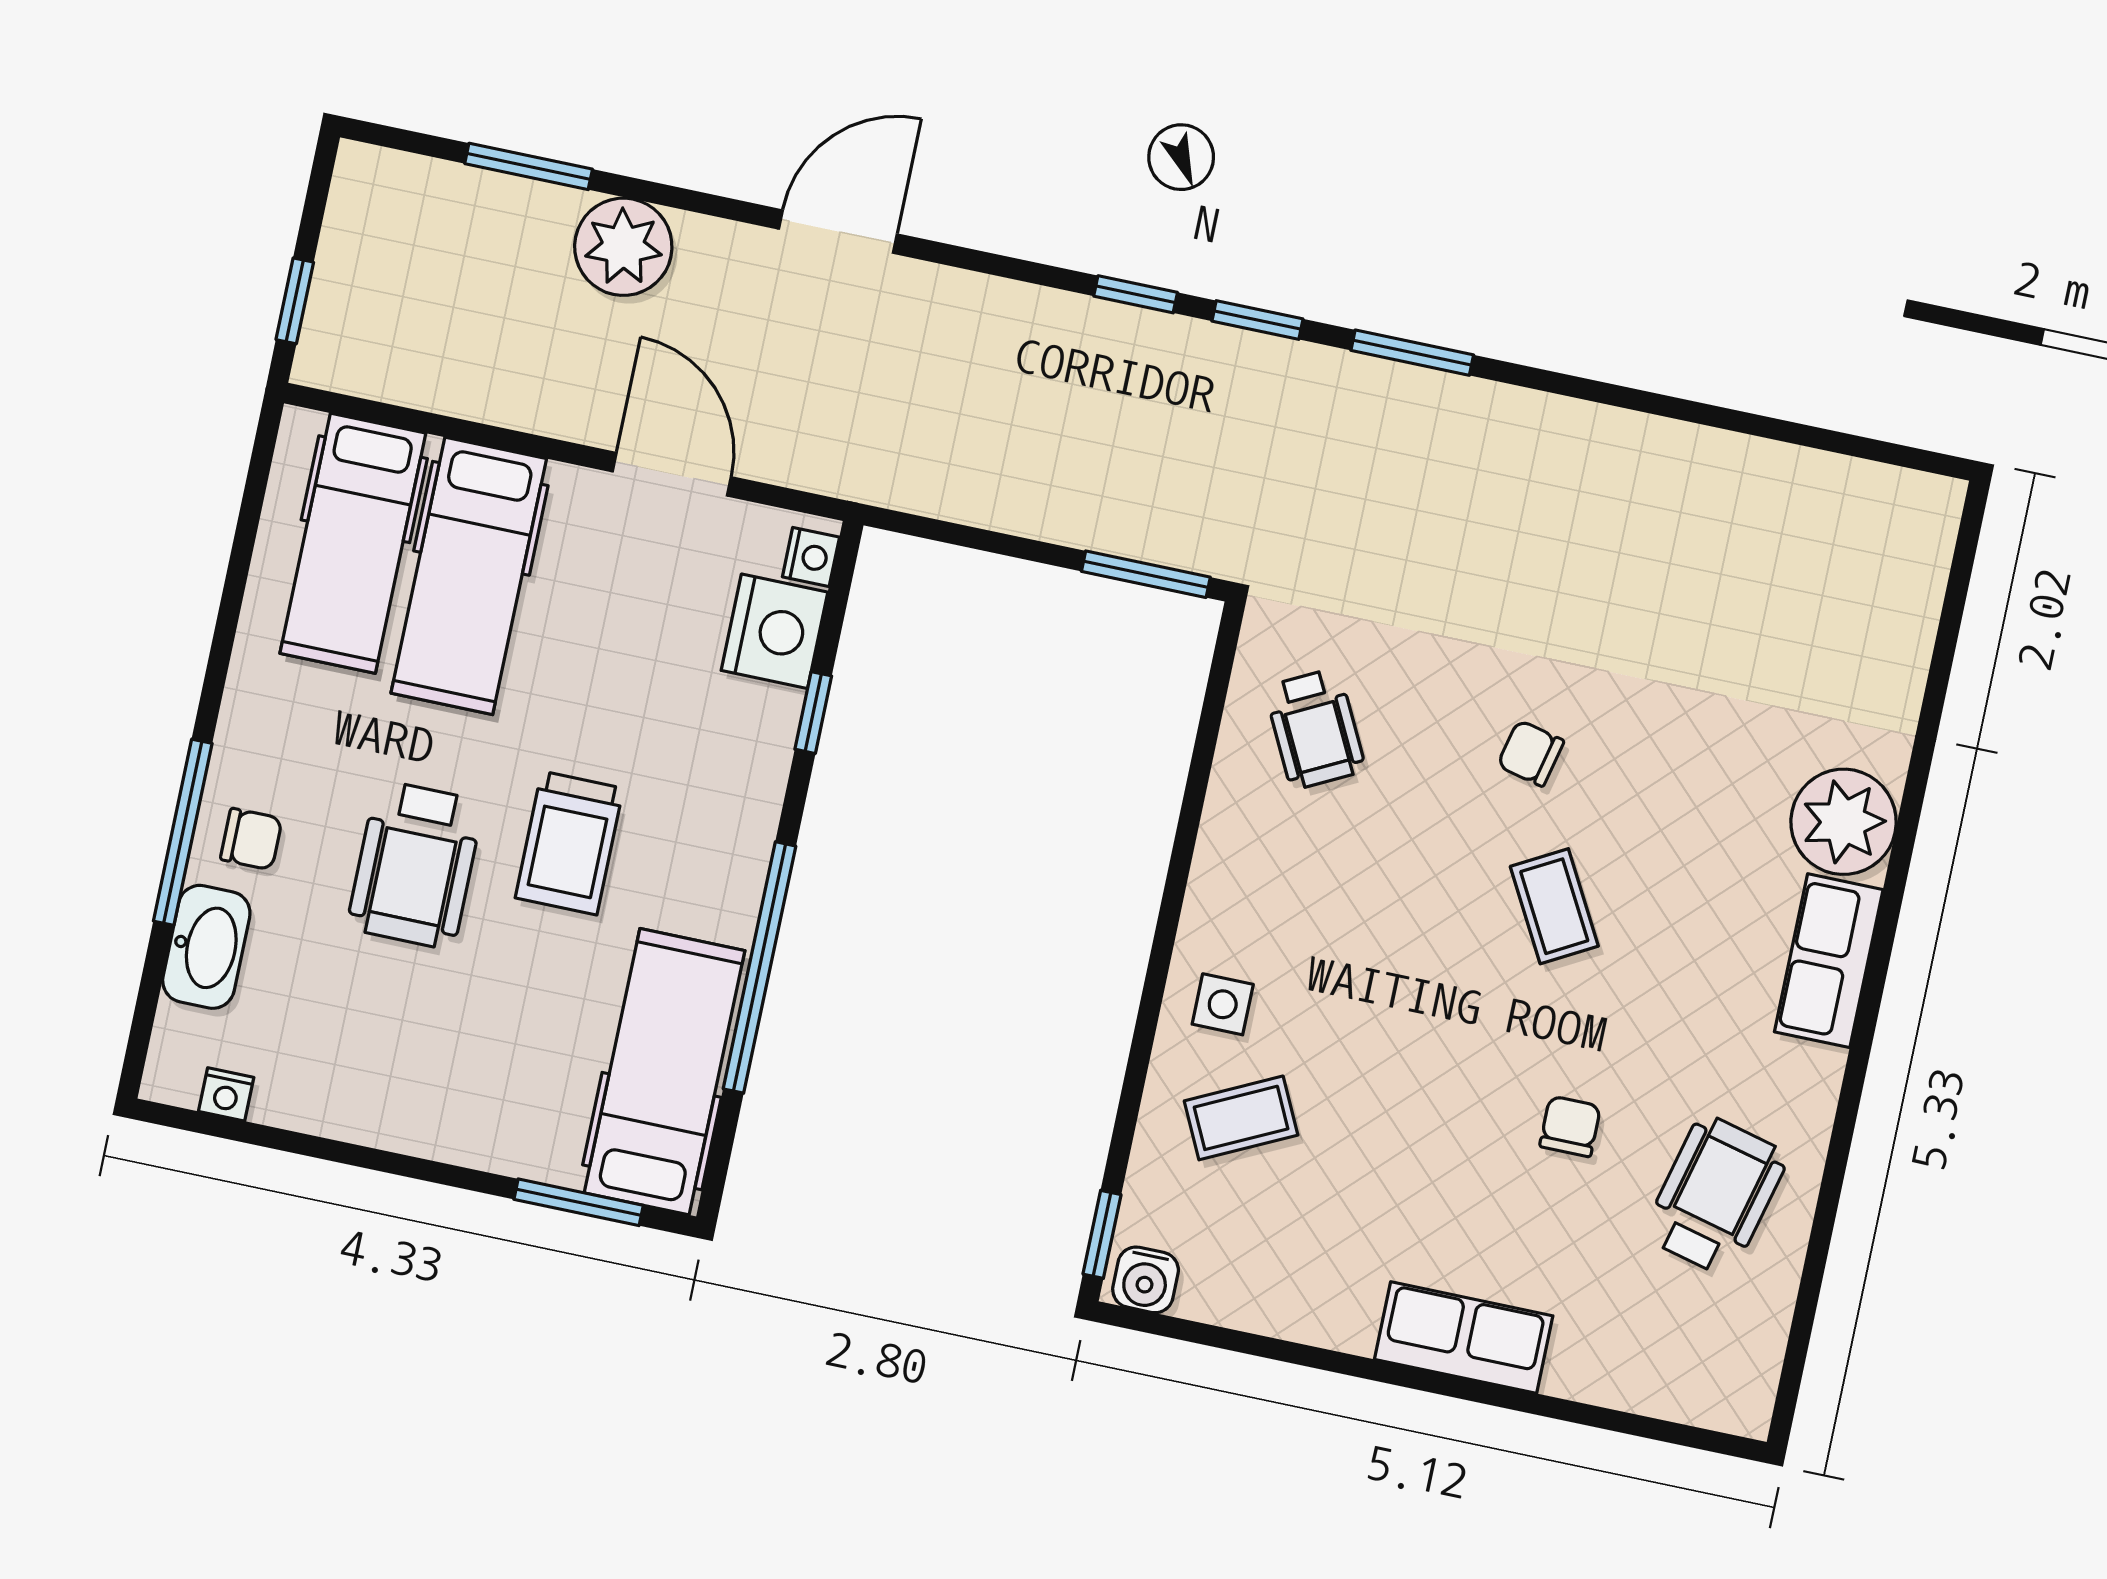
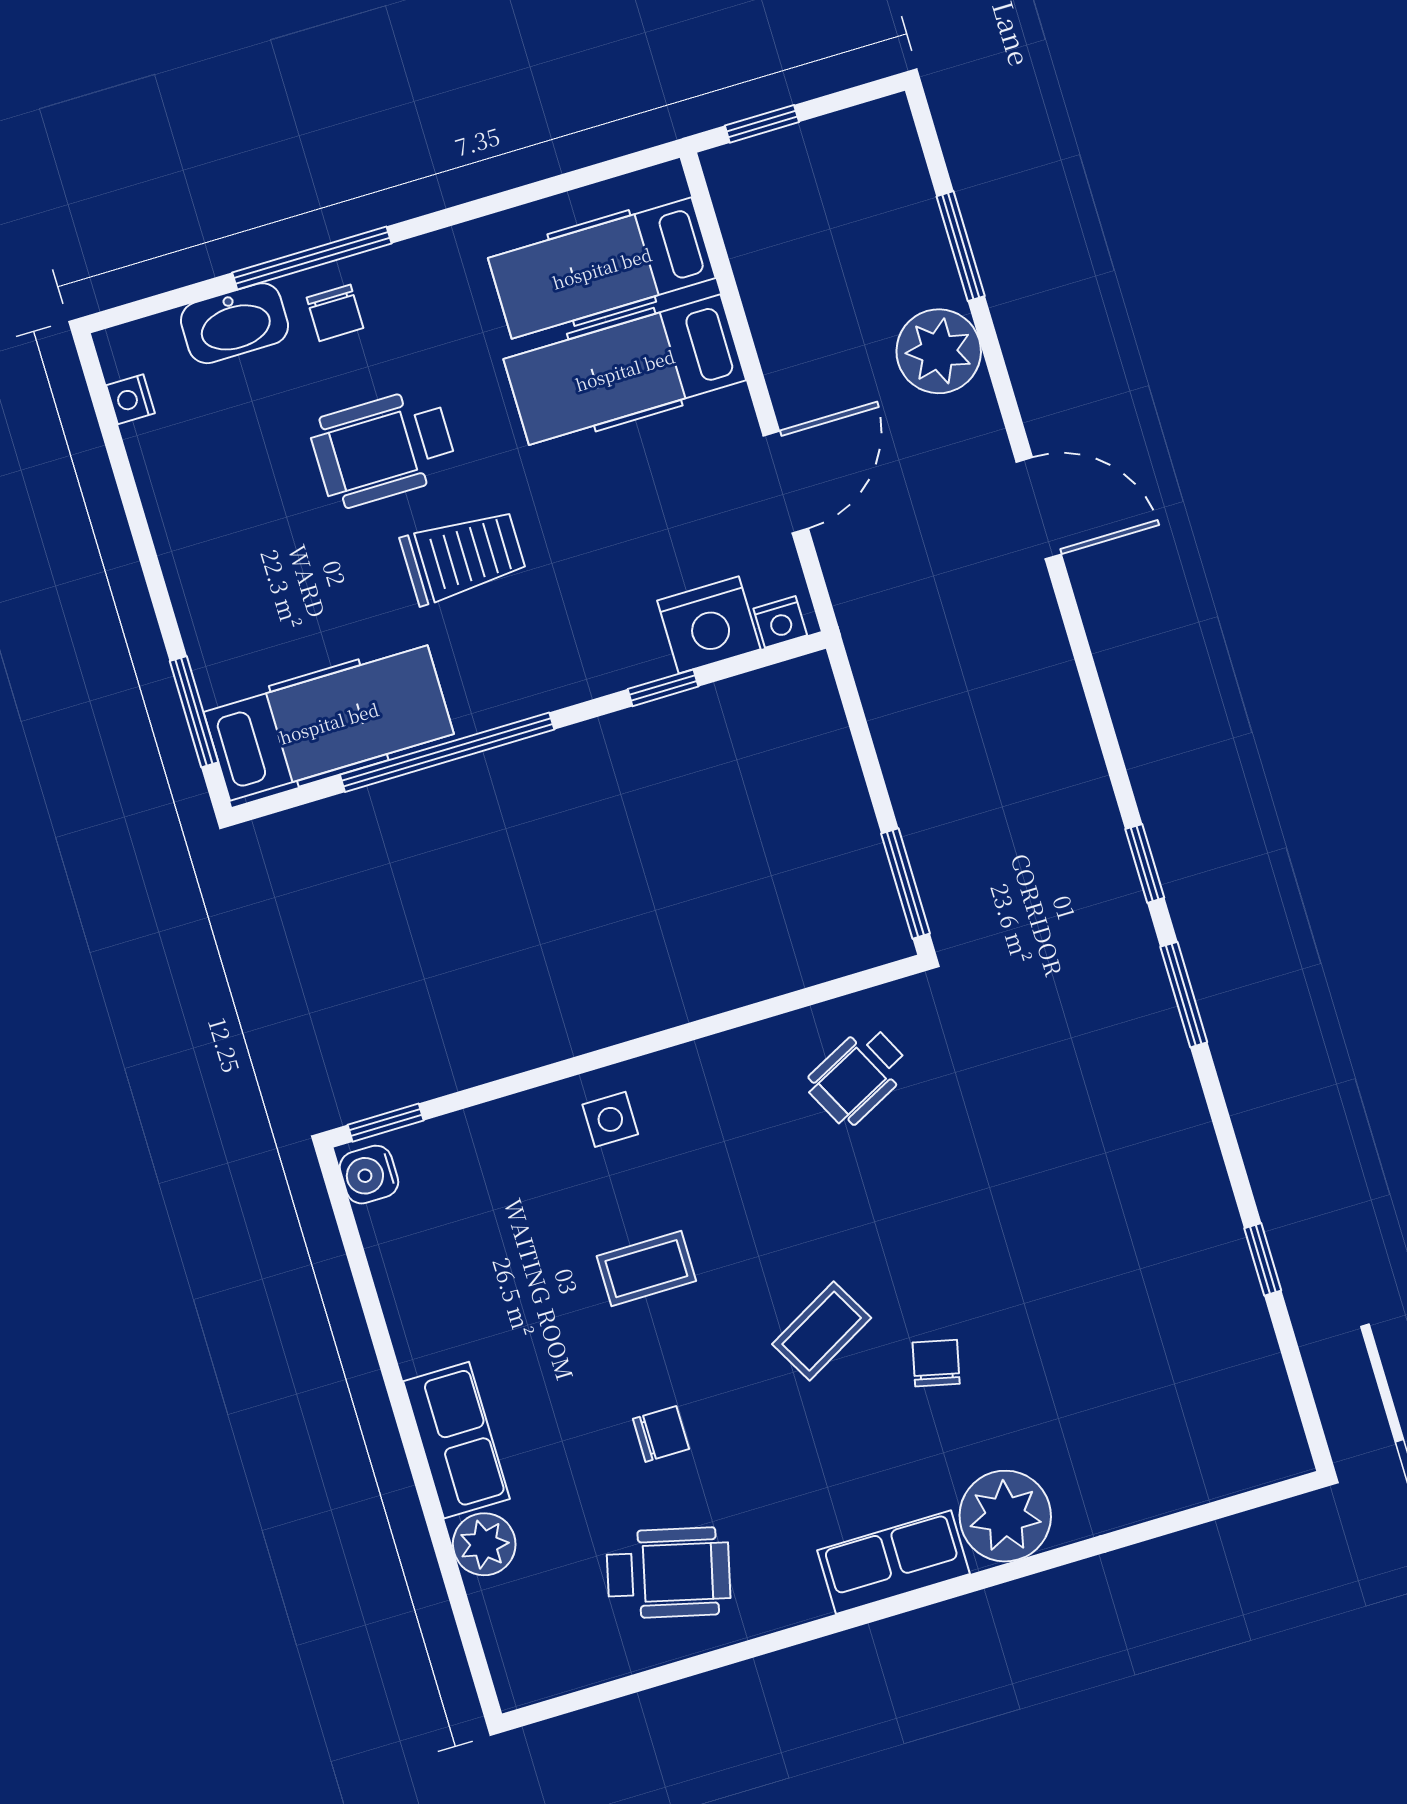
window: (1136, 294) -> (1263, 1259), moved
chair: (1531, 753) -> (936, 1363), moved
trolley: (569, 843) -> (463, 556), turned 180
coffee table: (1241, 1118) -> (646, 1269), moved, turned -64
plant: (1585, 1367) -> (484, 1544), added

